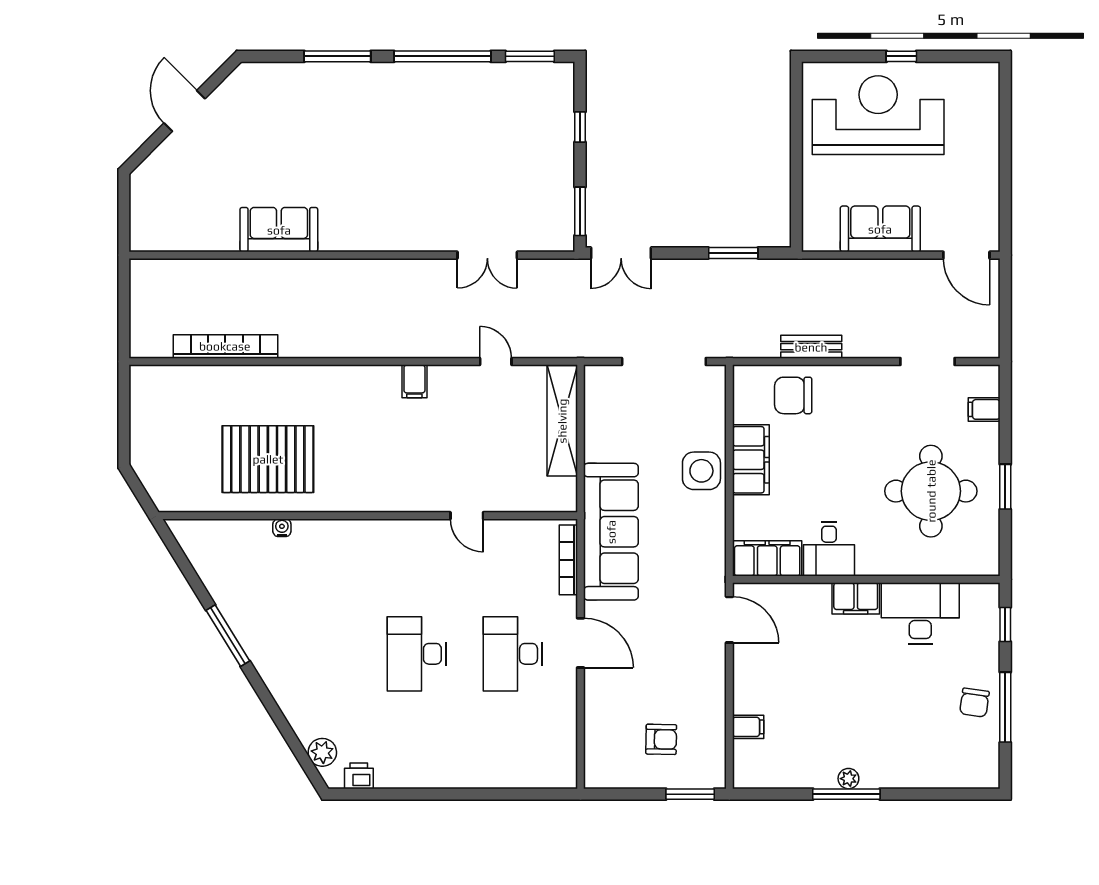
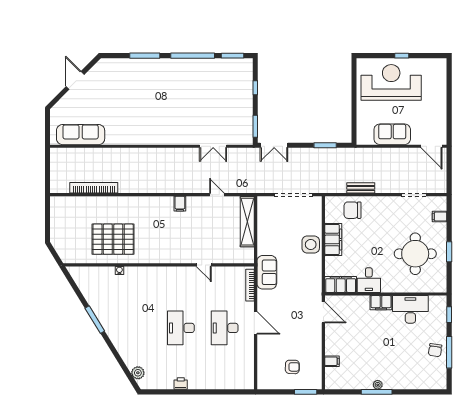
sofa: (279, 230) -> (81, 135), moved, width x1.36
sofa: (611, 532) -> (267, 272), width x0.54, depth x0.79
printer: (359, 776) -> (181, 384), moved

